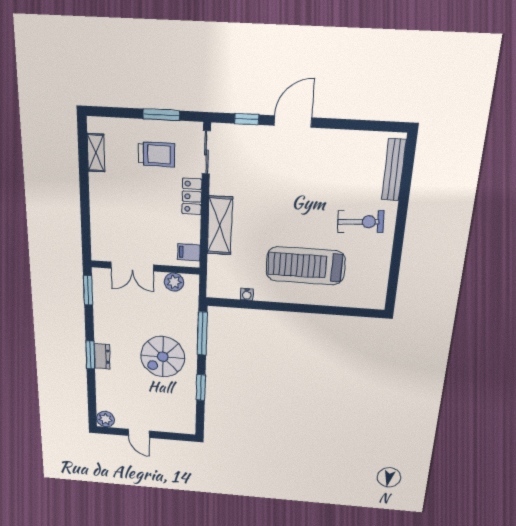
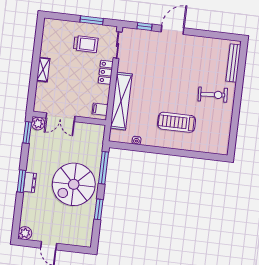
shelving: (96, 153) -> (43, 70), moved
shelving: (220, 225) -> (121, 101), width x1.47
treadmill: (305, 266) -> (177, 122), width x0.73, depth x0.73
plant: (174, 282) -> (38, 123), moved
spiral stairs: (163, 357) -> (74, 184), width x1.37, depth x1.37

